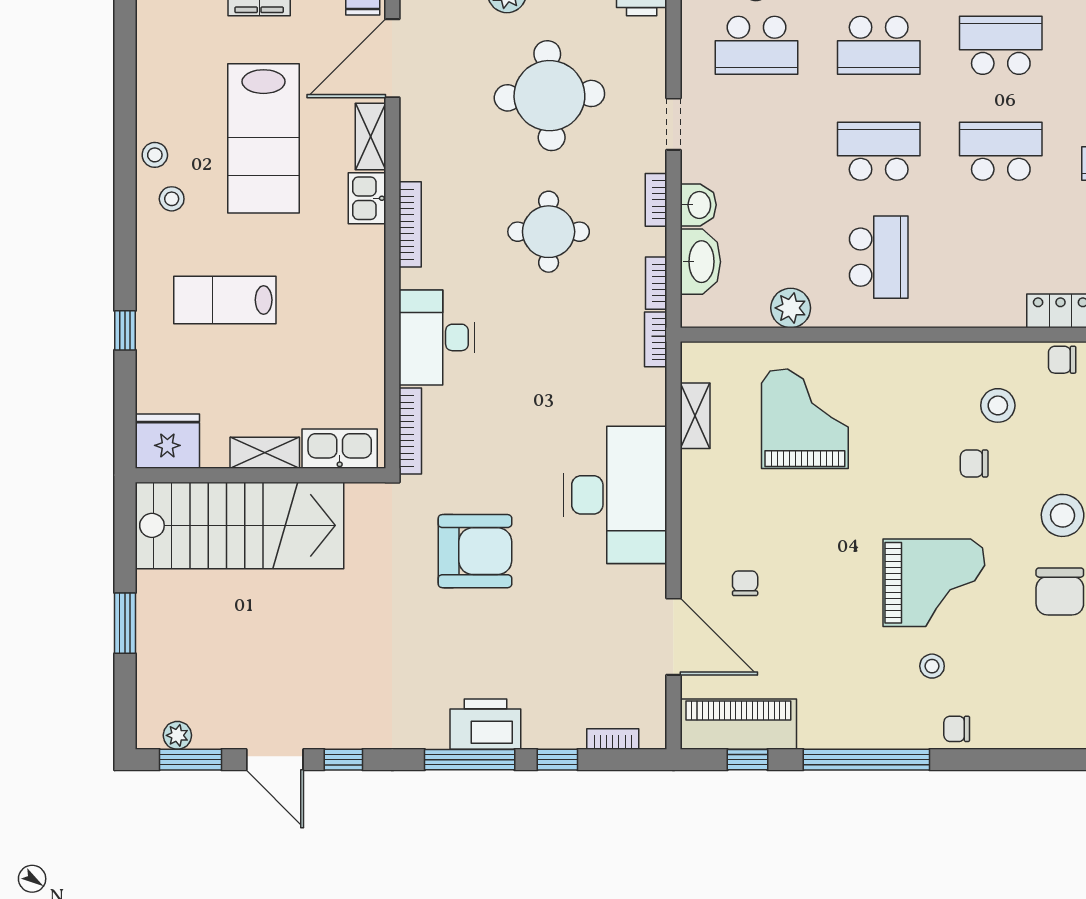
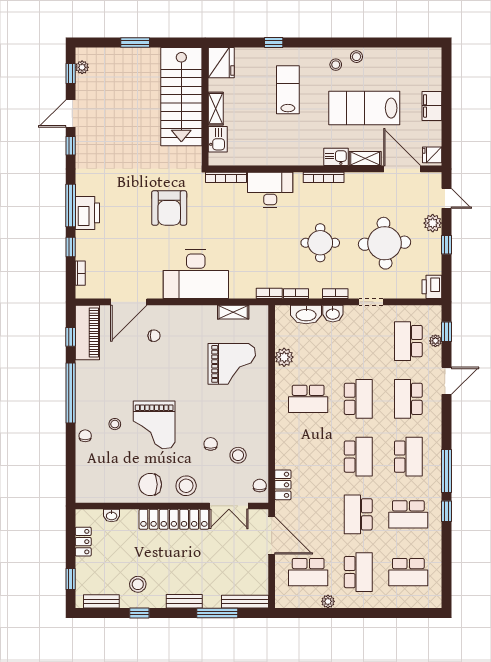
kitchen sink: (340, 449) -> (218, 139), width x0.73
window: (190, 760) -> (71, 73), width x0.67

